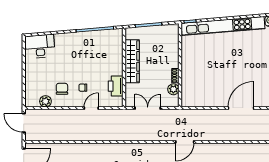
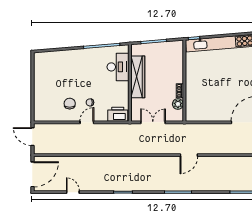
desk: (40, 46) -> (118, 67), moved, turned 95
printer: (116, 86) -> (118, 114), moved, turned 90
plant: (45, 101) -> (54, 116), removed
door: (91, 108) -> (87, 122), moved

